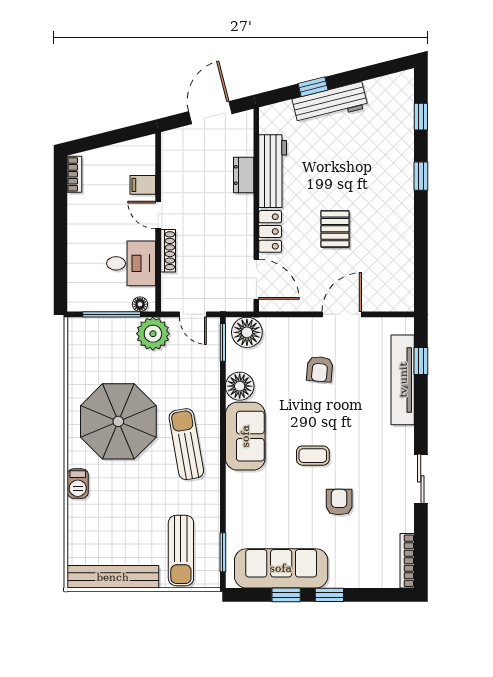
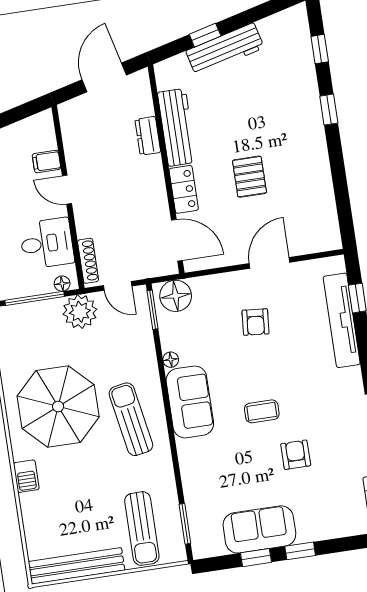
shoe rack: (168, 251) -> (88, 261), moved
floor lamp: (240, 386) -> (171, 360), width x0.53, depth x0.53
sofa: (281, 568) -> (259, 529), width x0.73

